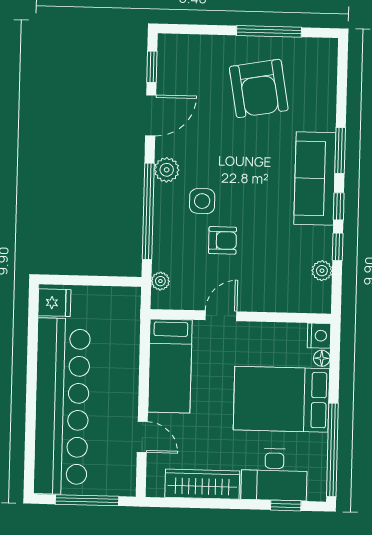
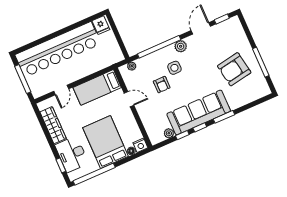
door: (151, 115) -> (201, 28), swing flipped
sofa: (315, 179) -> (199, 112), width x1.36, depth x1.27

